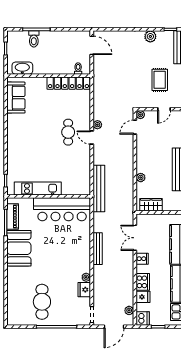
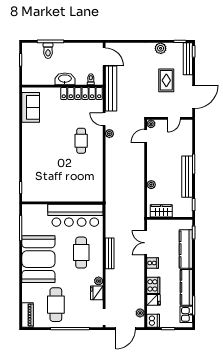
washbasin: (22, 68) -> (65, 79), moved
rug: (160, 80) -> (166, 80), moved
door: (92, 138) -> (104, 119), moved
bench: (99, 188) -> (111, 89), moved
kitchen unit: (38, 189) -> (52, 195), removed
piano: (13, 217) -> (28, 315), moved
booth: (19, 248) -> (38, 259), width x1.36, depth x1.42
cafe table: (68, 248) -> (81, 253), added

